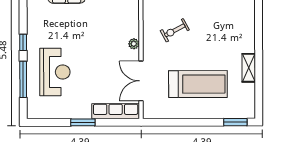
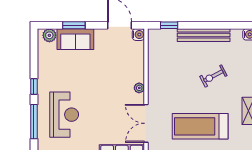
exercise bike: (175, 30) -> (213, 76), moved
treadmill: (198, 84) -> (200, 126), turned 180

